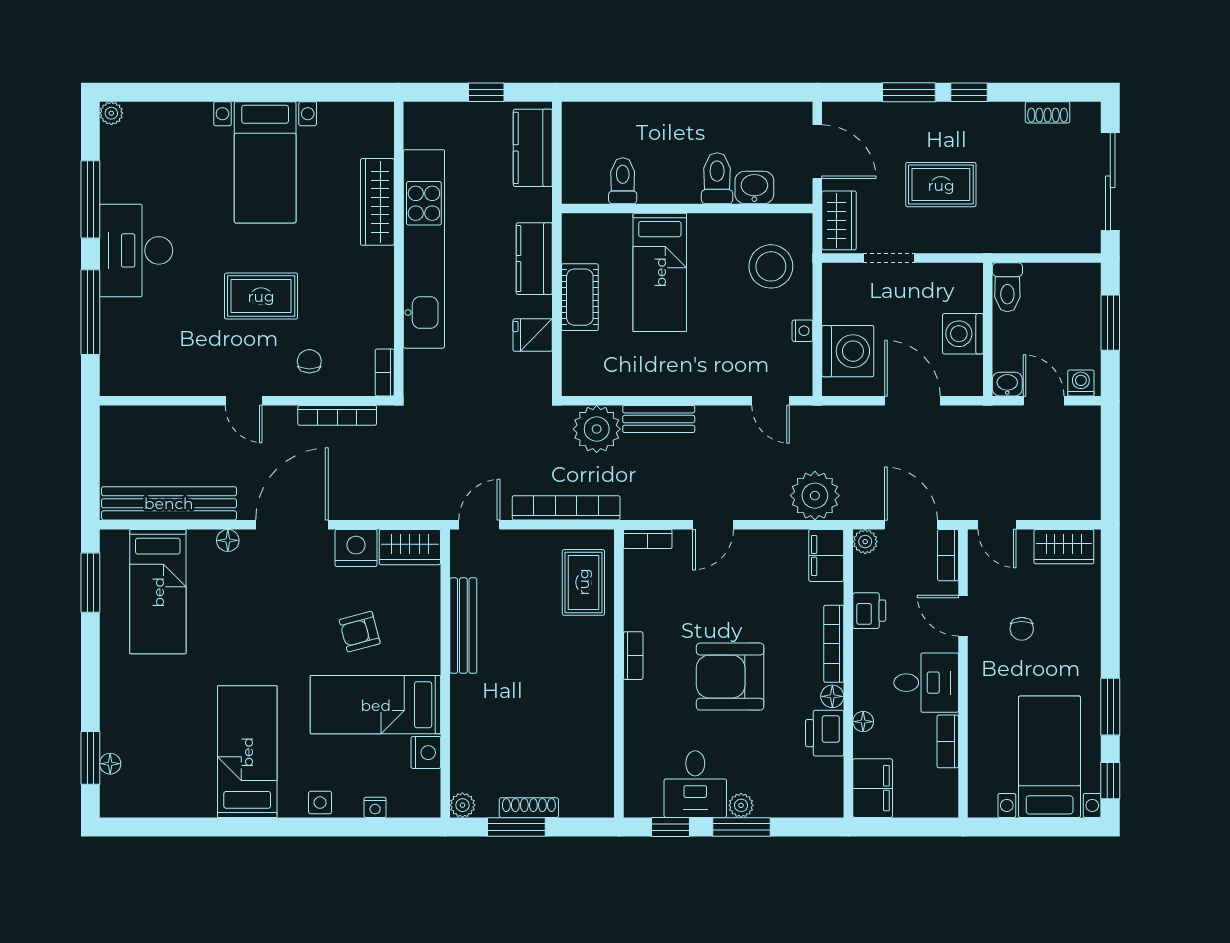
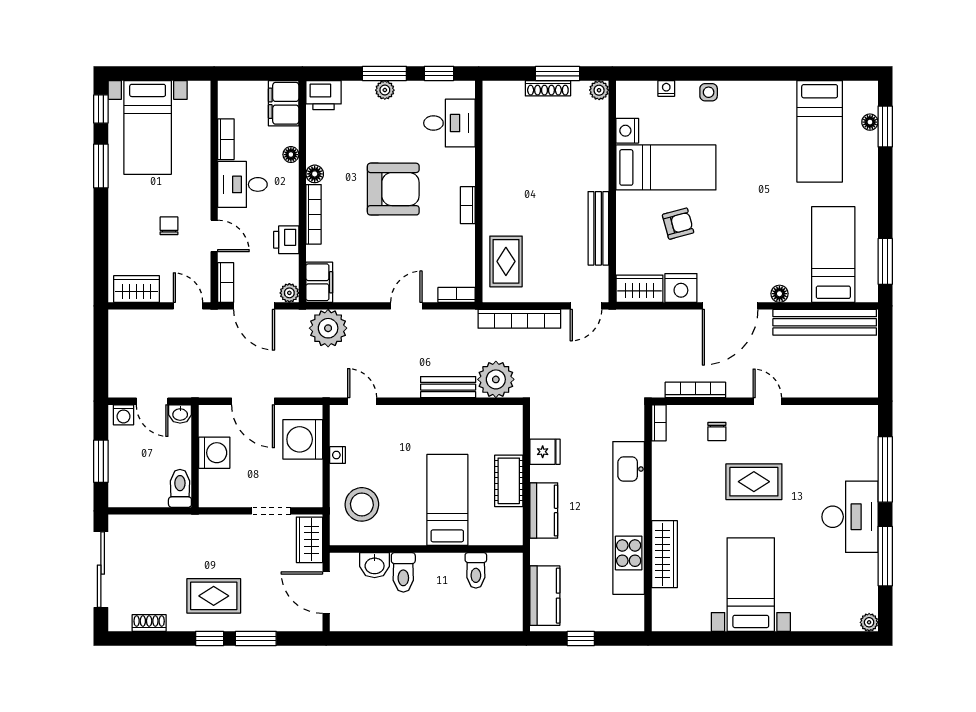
rug: (941, 185) -> (214, 596), moved
printer: (825, 733) -> (324, 95), moved, turned 90
bed: (247, 752) -> (820, 131), moved
desk: (695, 784) -> (449, 123), moved, turned 90

